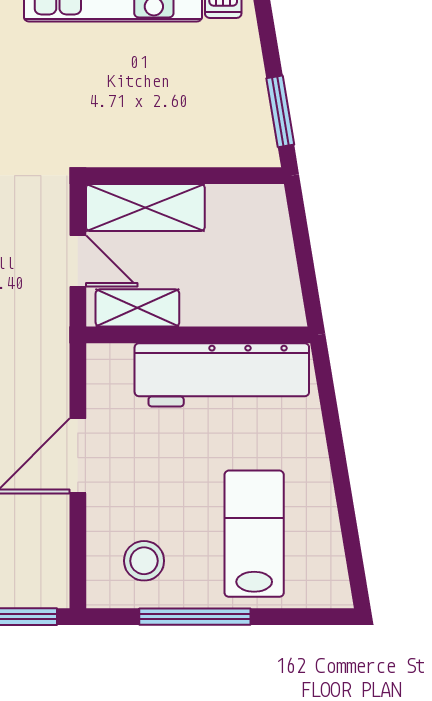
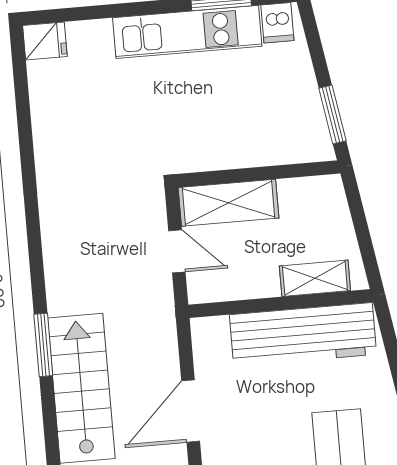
shelving: (137, 308) -> (315, 278), moved

